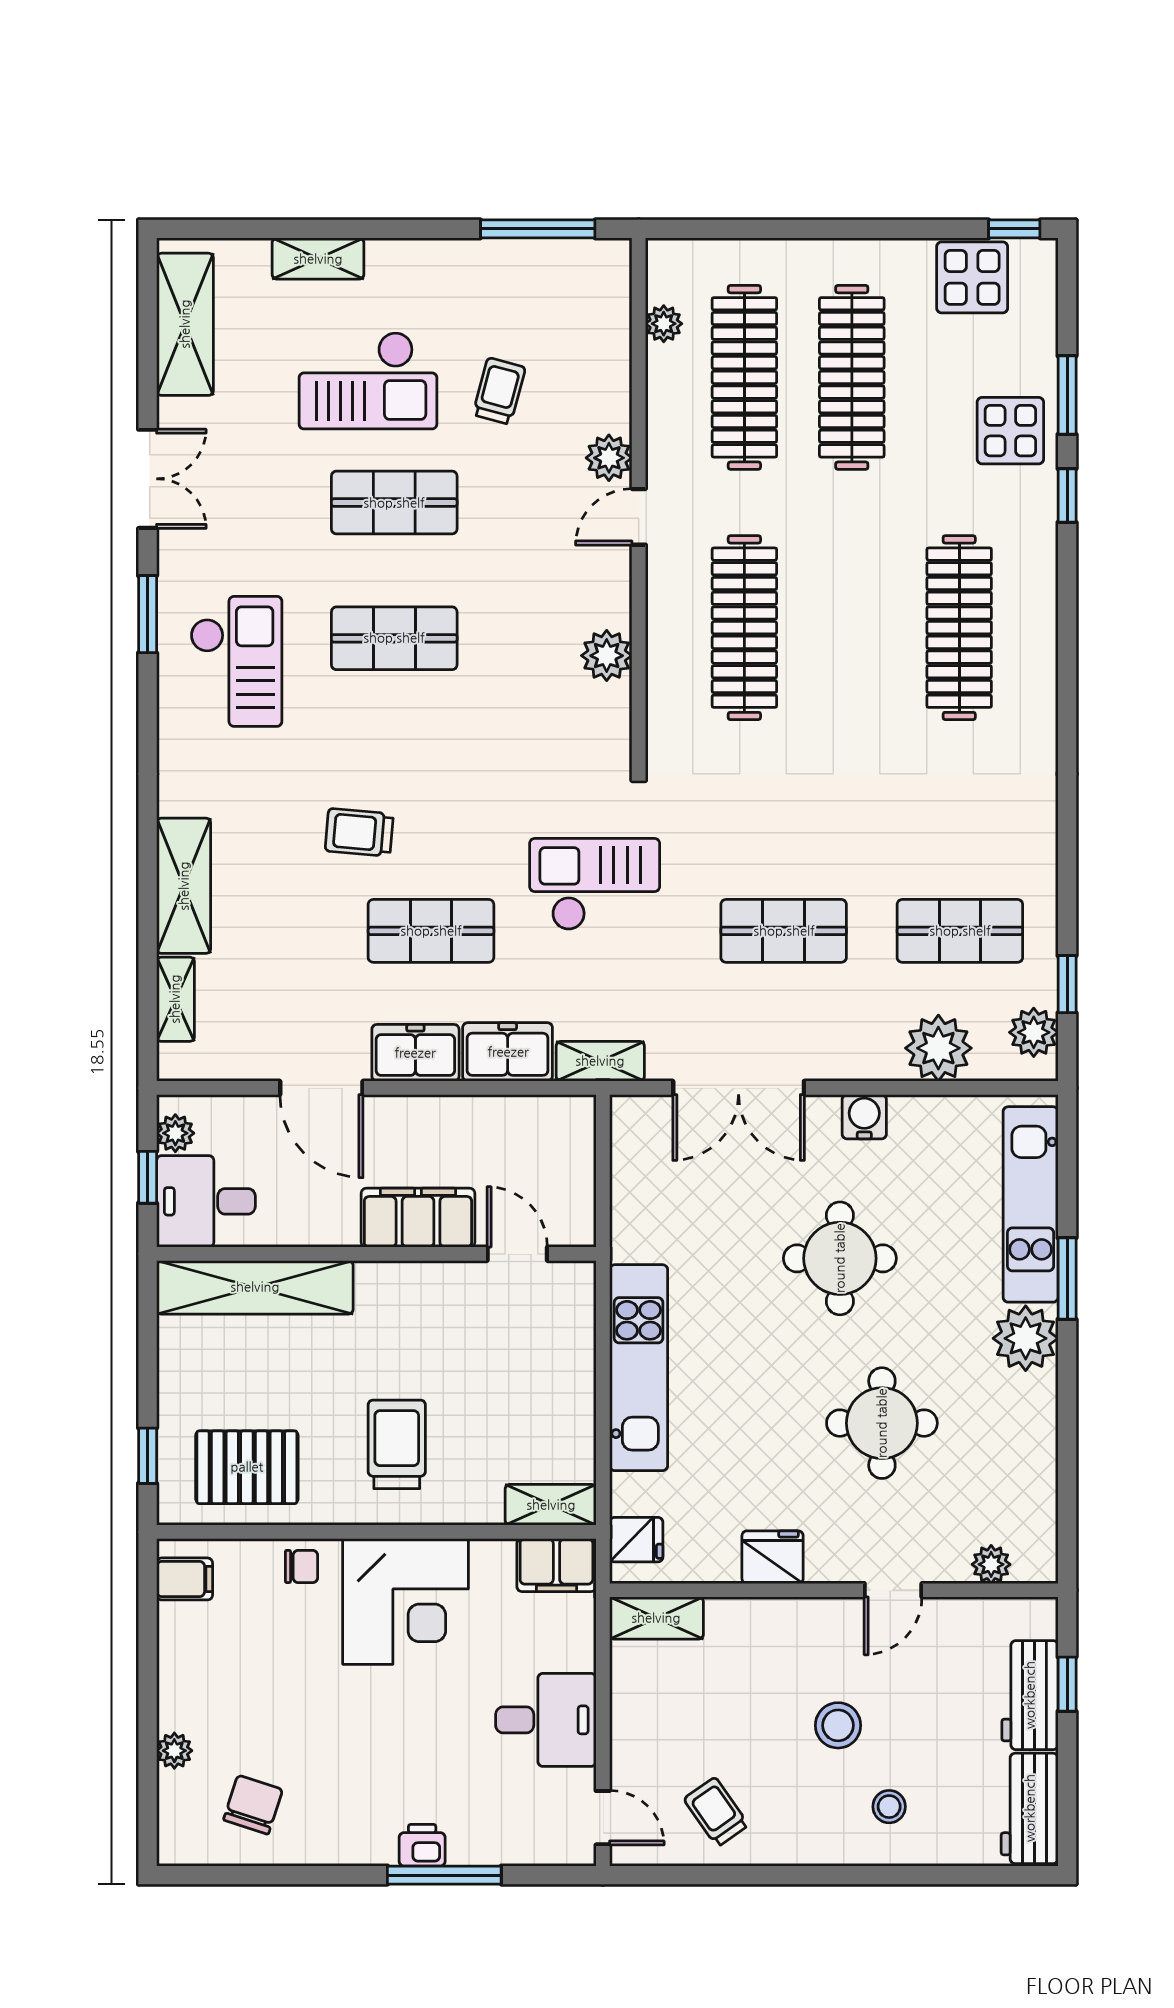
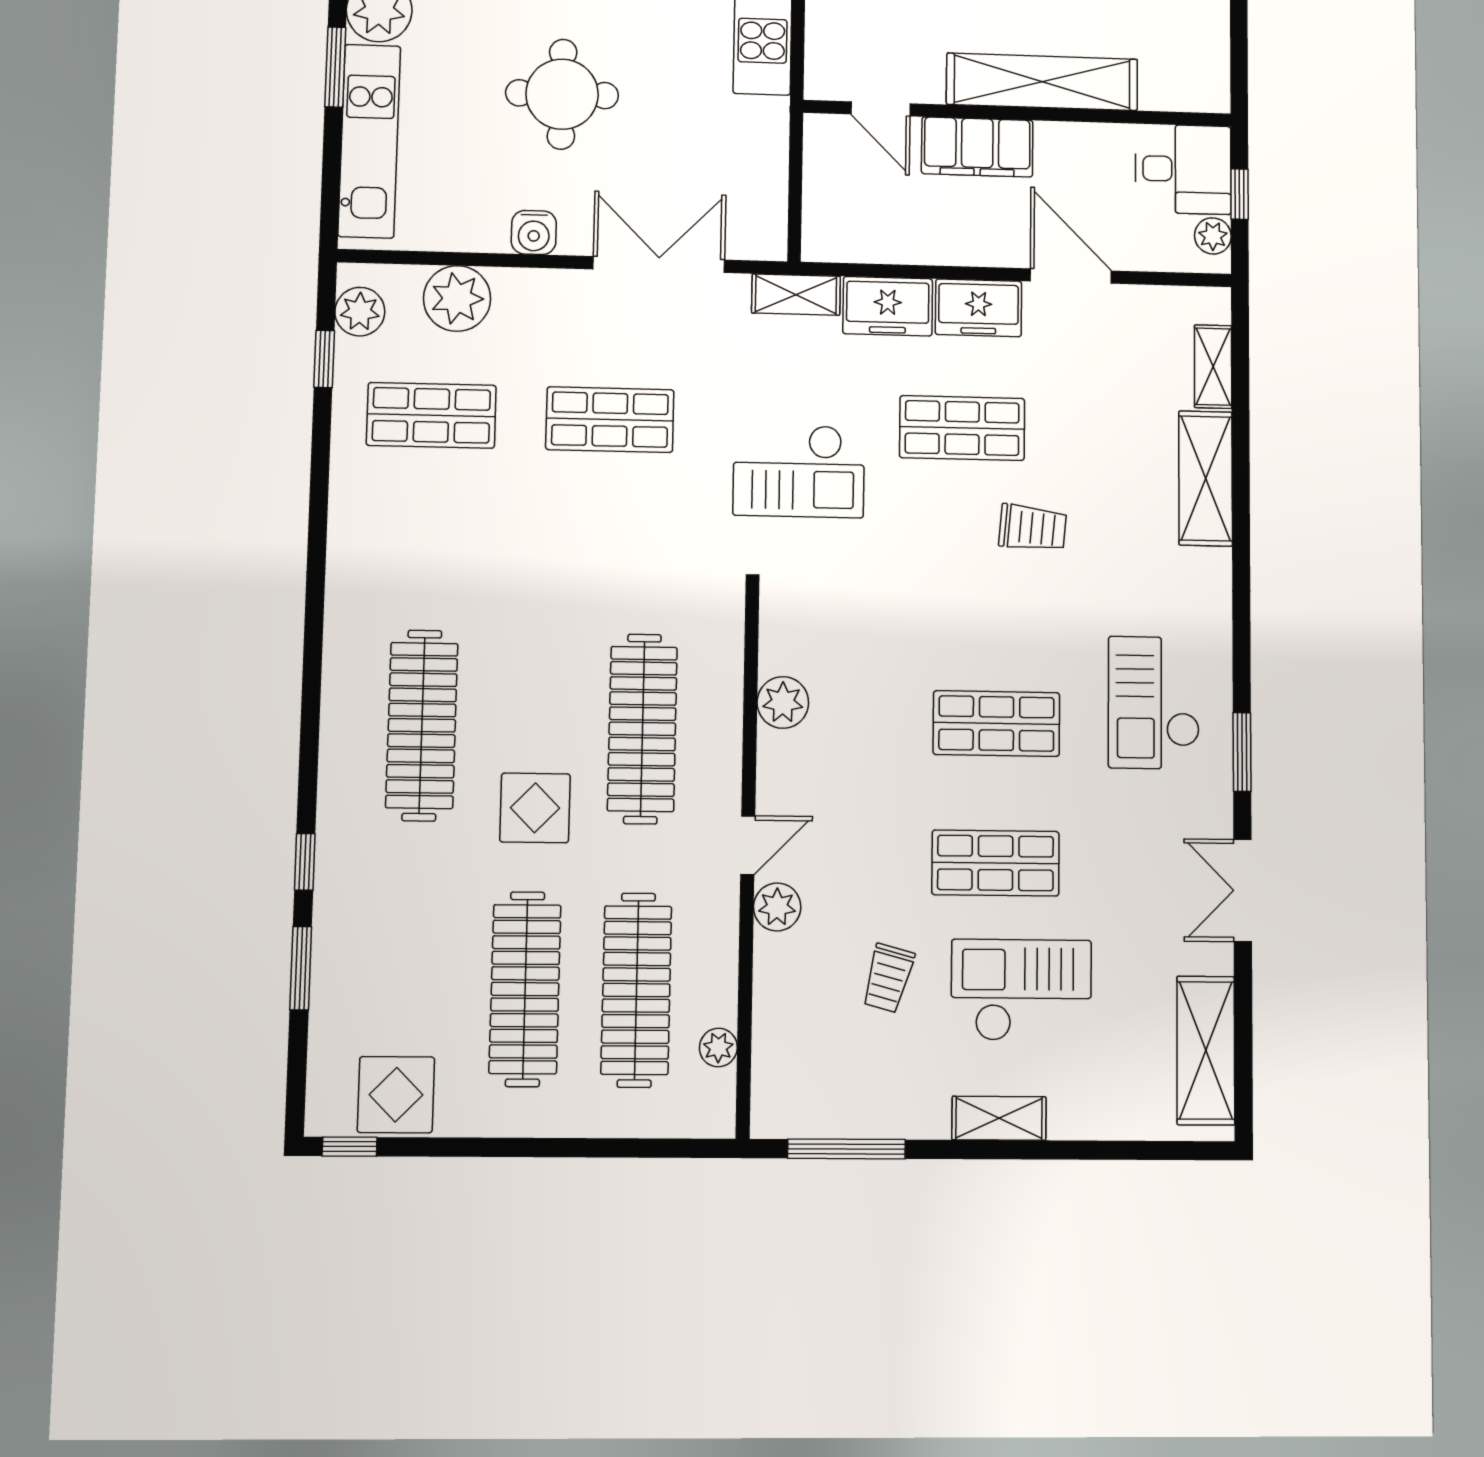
shelving: (318, 259) -> (999, 1118), moved
display table: (1010, 431) -> (535, 808), moved
shelving: (255, 1287) -> (1042, 82), moved

